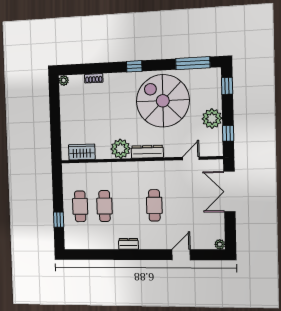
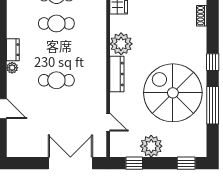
window: (193, 63) -> (213, 105), moved
spiral stairs: (163, 101) -> (173, 93), turned -90
plant: (220, 244) -> (12, 68), moved

